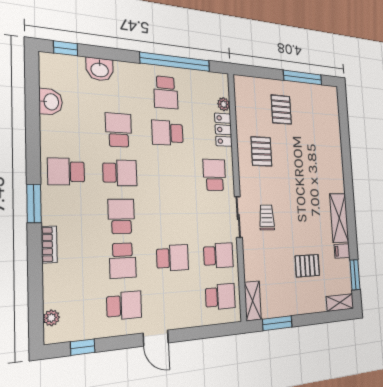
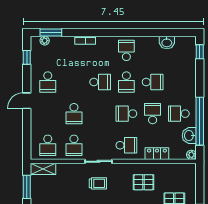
washbasin: (100, 69) -> (189, 136), moved
plant: (224, 104) -> (191, 155), moved
window: (34, 203) -> (51, 33), moved
school desk: (123, 261) -> (126, 114), moved

